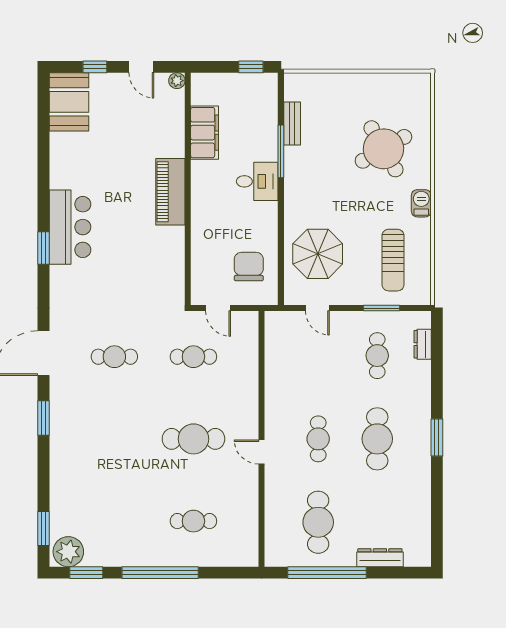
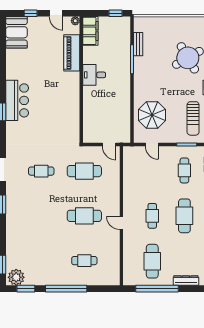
filing cabinet: (205, 133) -> (90, 31), moved
desk: (257, 181) -> (94, 75), moved, turned 180
piano: (170, 192) -> (72, 53), moved
chair: (249, 267) -> (114, 122), removed
door: (218, 308) -> (109, 145), moved
cafe table: (193, 357) -> (84, 171), width x1.37, depth x1.35

